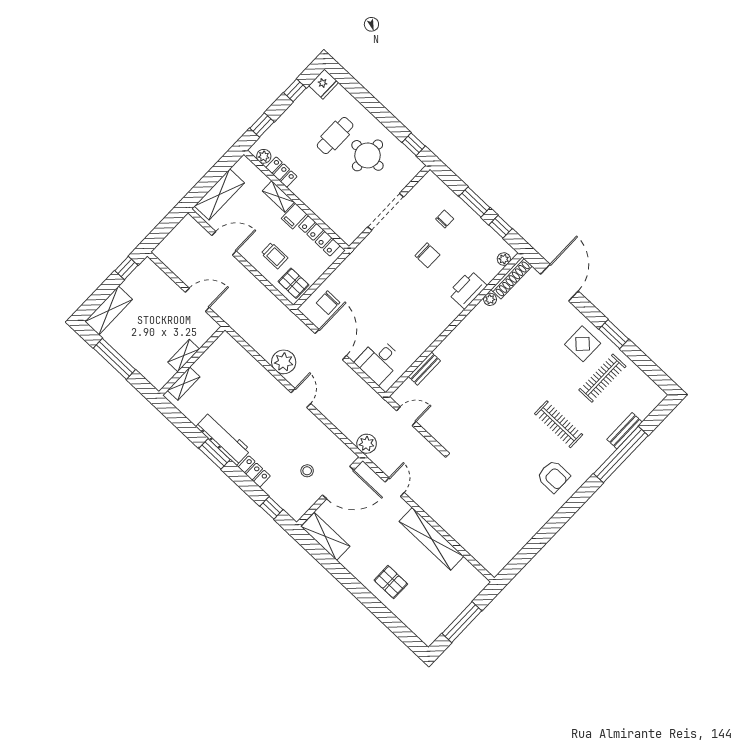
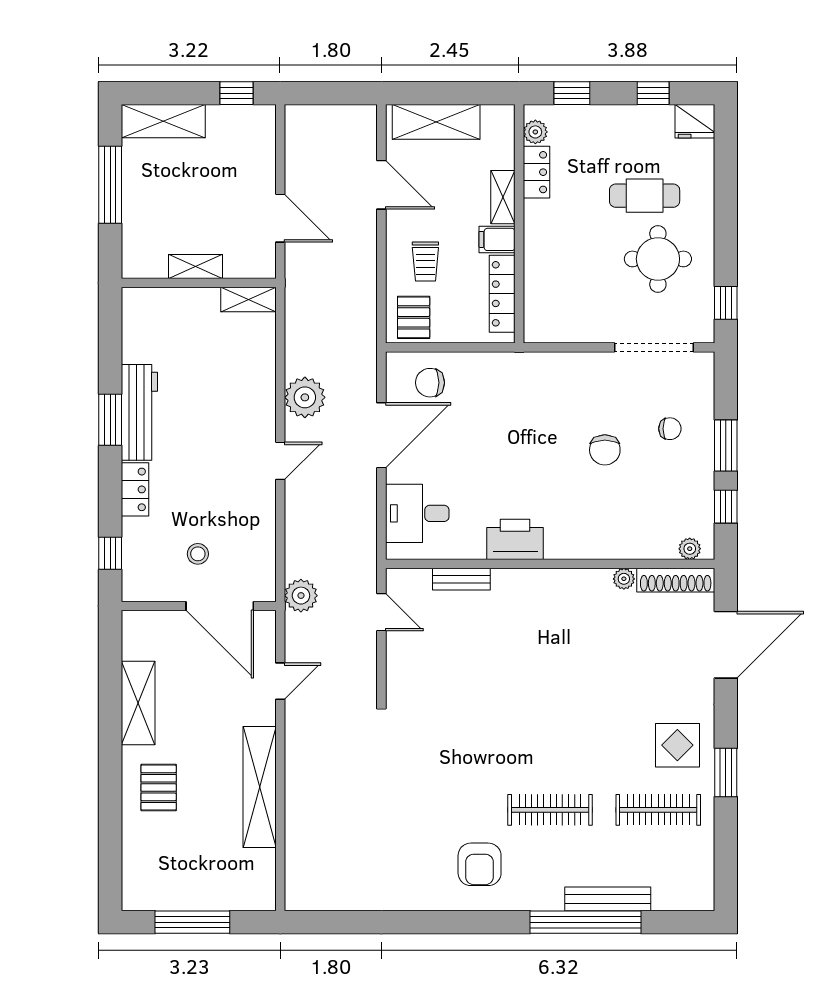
doorway: (386, 212) -> (654, 347), moved
printer: (468, 289) -> (515, 539), moved
shelving: (184, 384) -> (248, 299), moved
clothes rail: (559, 424) -> (550, 810), turned 90
bench: (625, 431) -> (608, 899), width x1.36
shelving: (325, 537) -> (138, 703), moved

